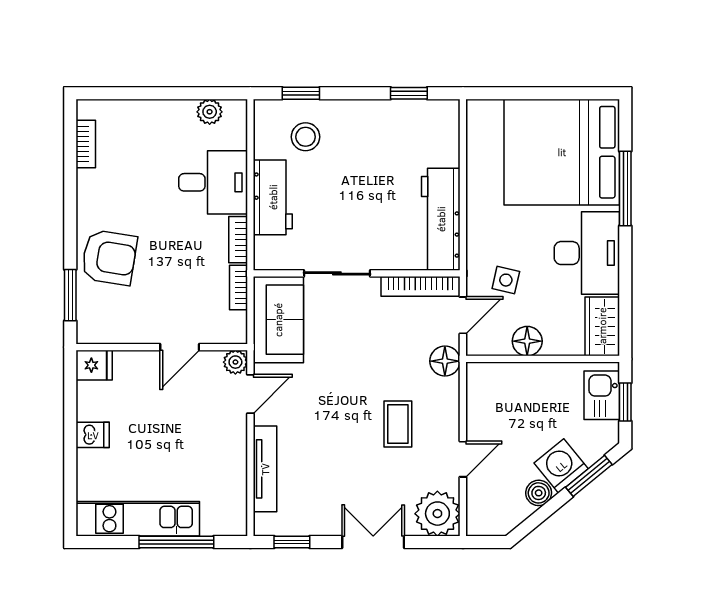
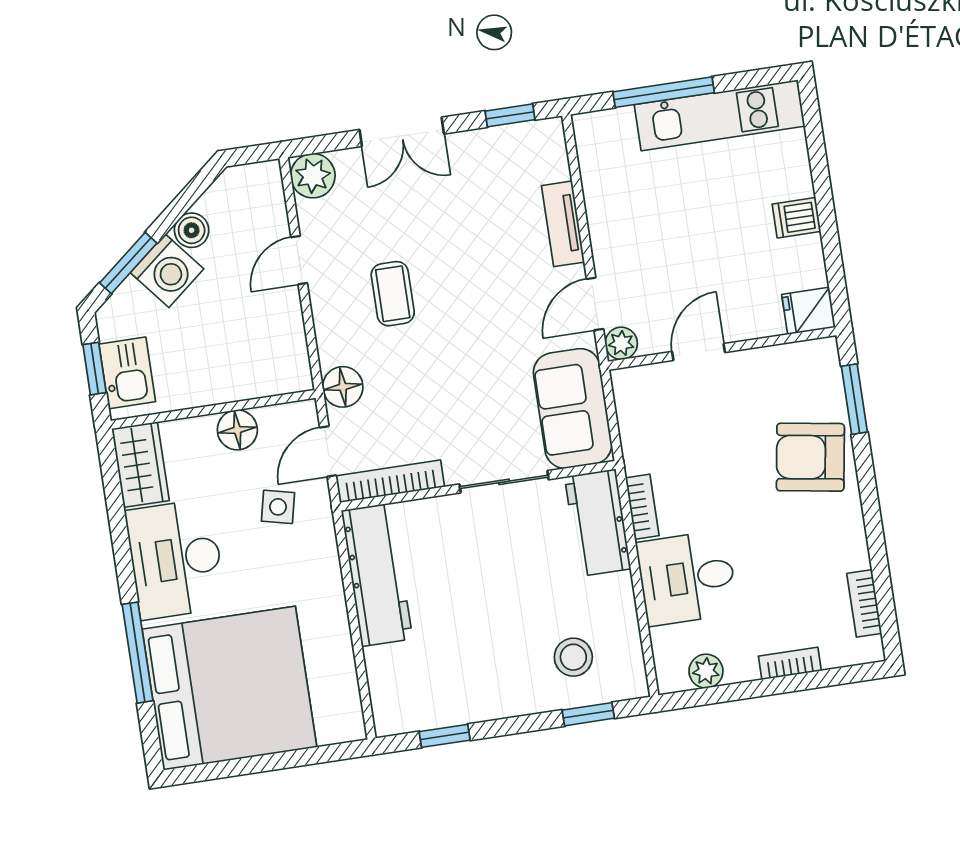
workbench: (273, 197) -> (598, 523), moved
bookcase: (238, 288) -> (790, 663), moved, turned -90
tv unit: (265, 469) -> (563, 224), width x0.71
plant: (437, 514) -> (313, 176), width x0.73, depth x0.73

